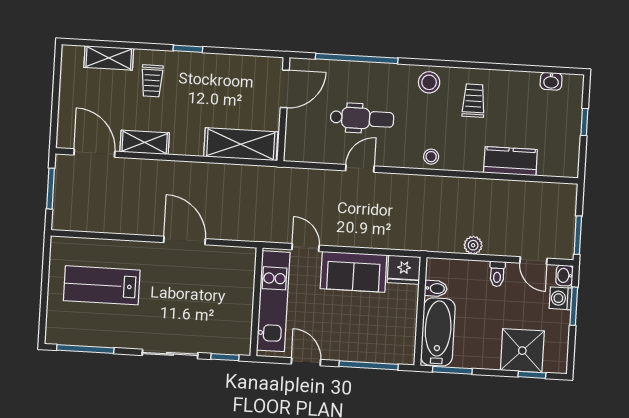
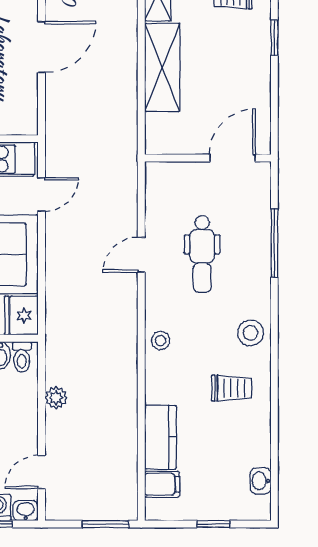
window: (357, 59) -> (274, 243), width x0.68
door: (285, 89) -> (232, 158), swing flipped
shelving: (241, 144) -> (162, 67), moved
filing cabinet: (549, 162) -> (162, 484), added
door: (360, 168) -> (141, 255), swing flipped
window: (578, 235) -> (106, 524), moved
toilet: (497, 274) -> (22, 357), moved, turned -90

